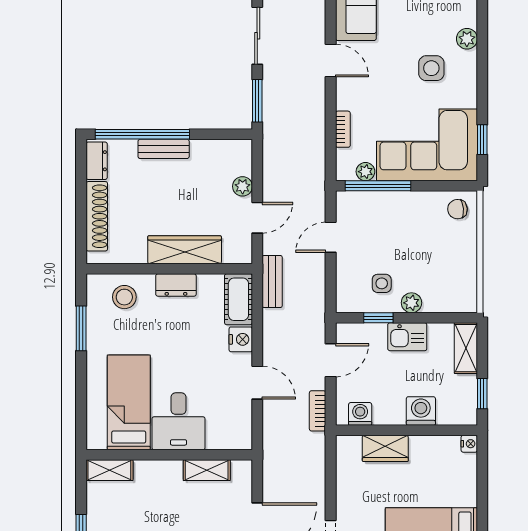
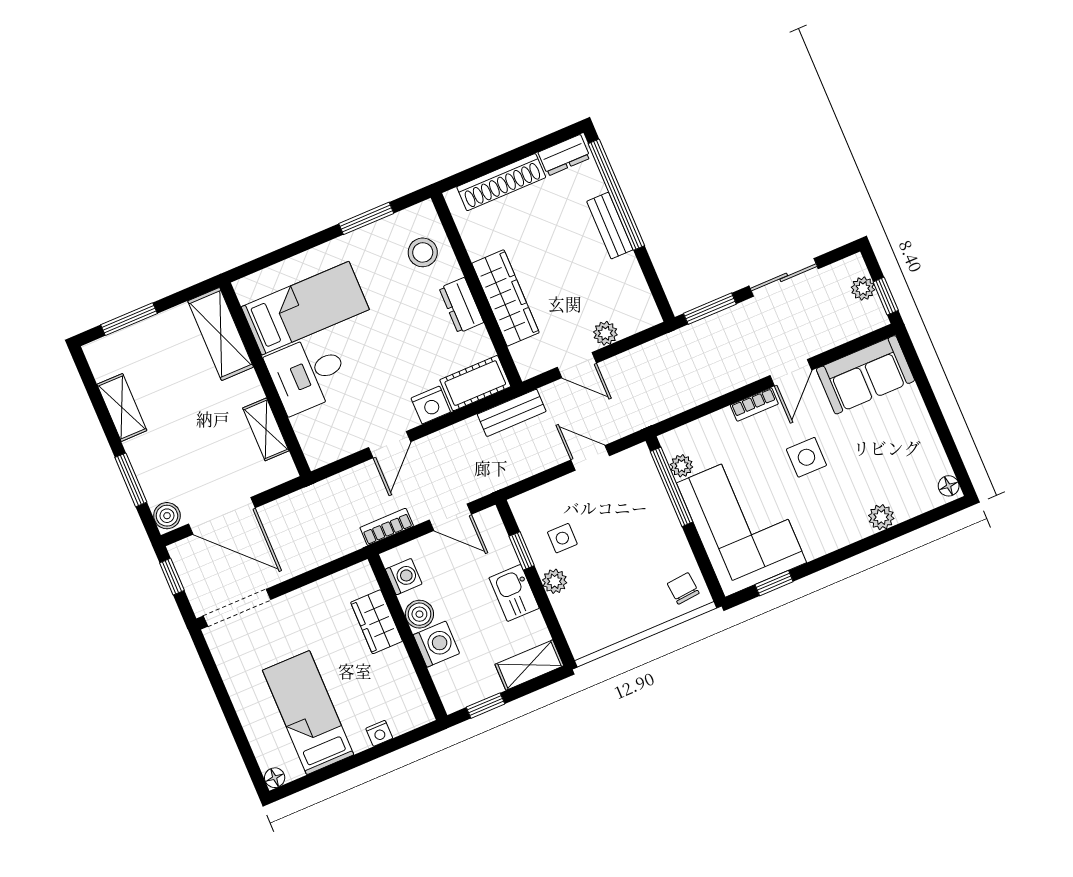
side table: (431, 68) -> (806, 457), moved
bookcase: (343, 129) -> (754, 405), moved
boiler: (393, 414) -> (419, 614), added
nightstand: (469, 444) -> (379, 733), moved
shelving: (109, 470) -> (221, 334), width x1.50, depth x1.33

